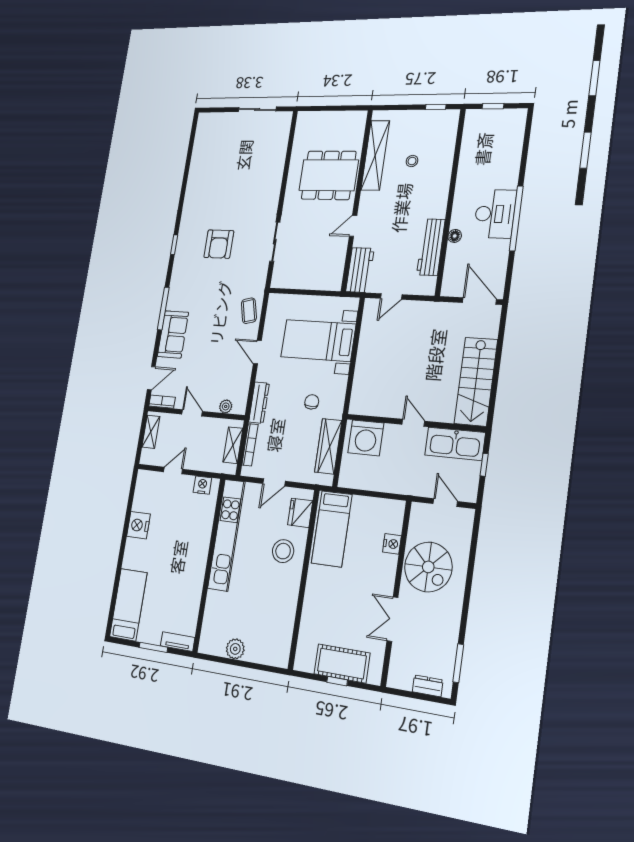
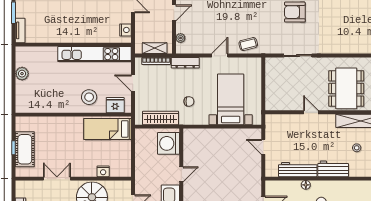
workbench: (360, 270) -> (333, 169), moved, turned 180

